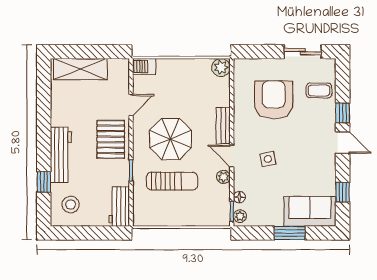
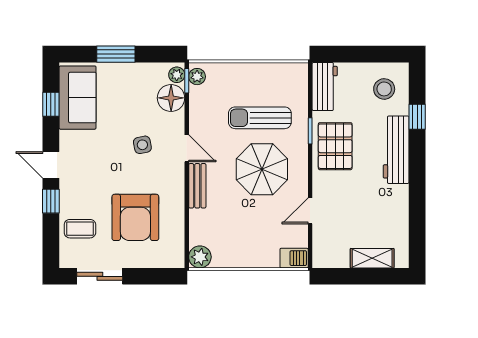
shelving: (80, 69) -> (372, 258), width x0.67, depth x0.75
pallet: (111, 139) -> (335, 146), moved
plant: (223, 177) -> (197, 77), moved
floor lamp: (239, 197) -> (171, 98), width x1.89, depth x1.89
sofa: (310, 211) -> (78, 98), moved, turned -90

